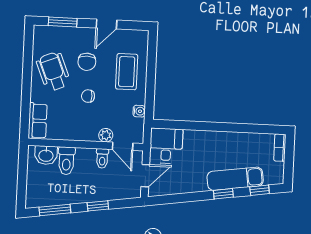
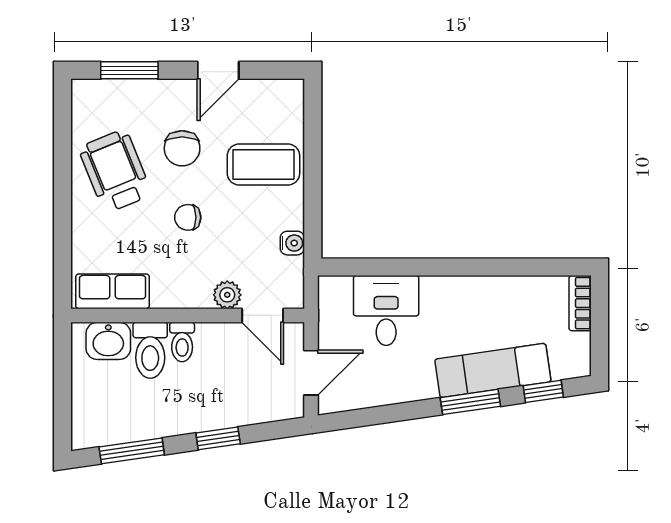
coffee table: (127, 72) -> (263, 165), turned 90
row of seats: (38, 121) -> (113, 291), moved, turned -90
desk: (166, 146) -> (386, 310), moved
toilet: (102, 158) -> (182, 342), moved
window: (223, 194) -> (470, 402), width x1.50

